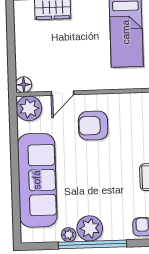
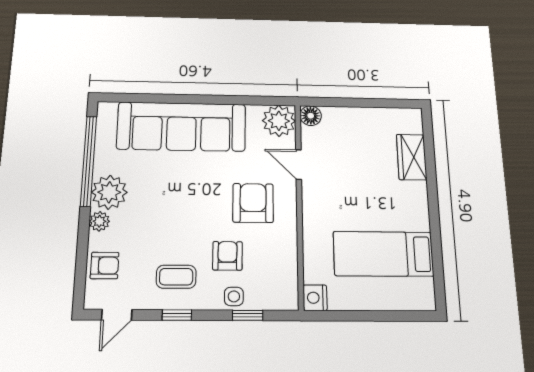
armchair: (132, 142) -> (227, 256), added
plant: (69, 235) -> (99, 221), moved
window: (92, 244) -> (89, 161), moved

